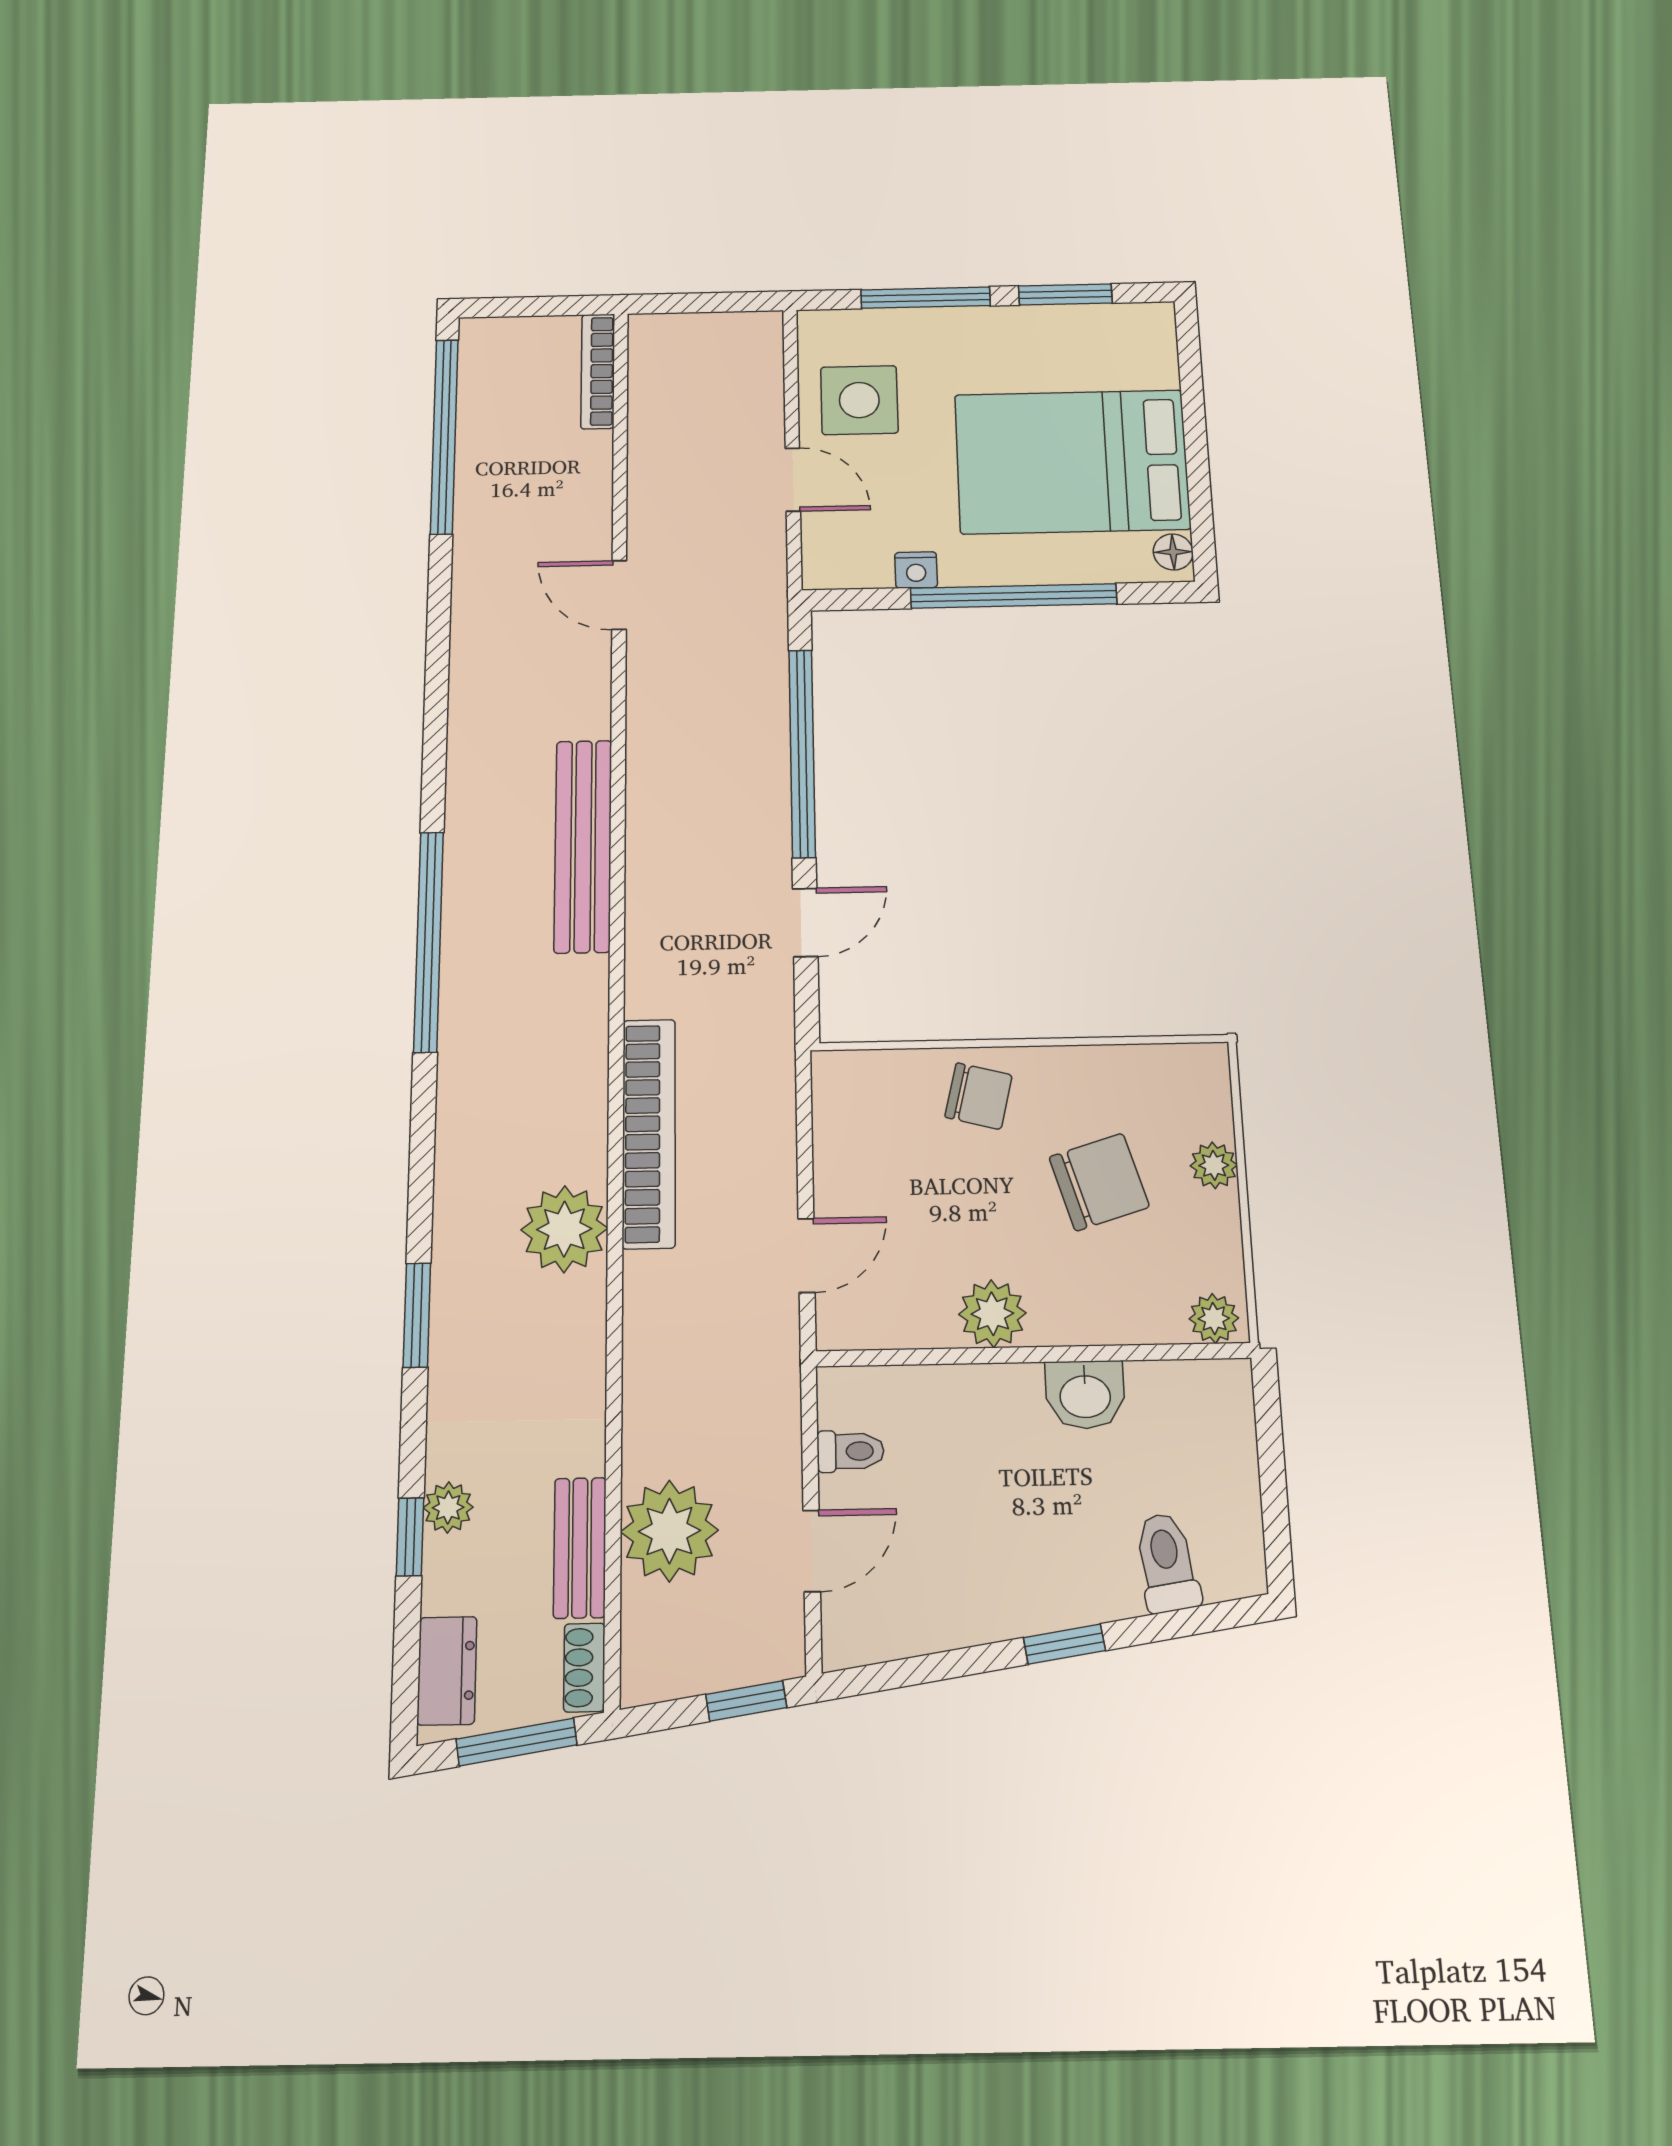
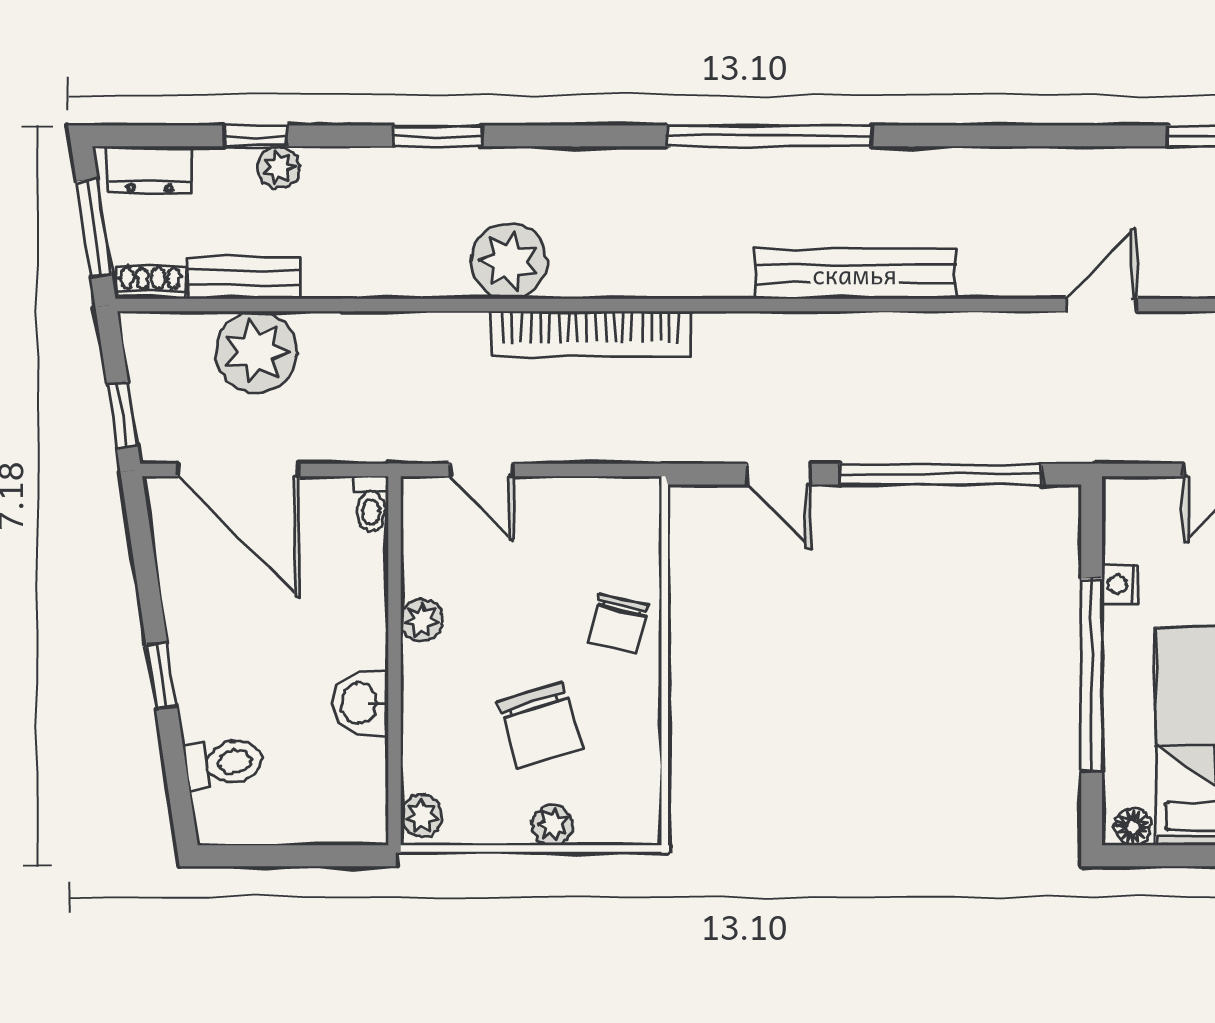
plant: (992, 1314) -> (422, 620), width x0.73, depth x0.73
toilet: (850, 1451) -> (371, 504), moved
door: (812, 1551) -> (238, 470), width x1.87

